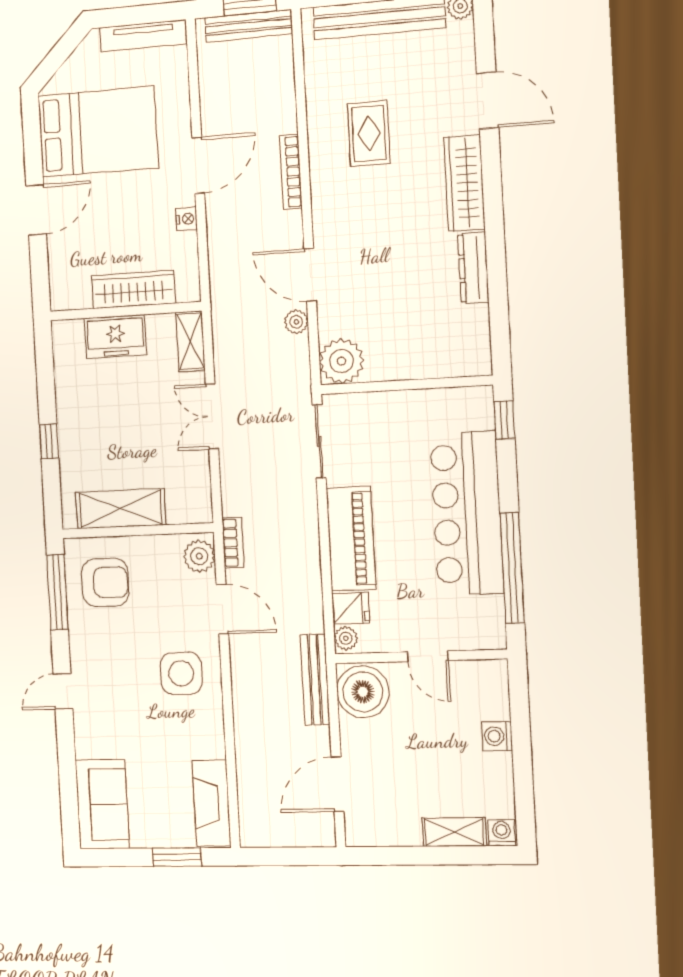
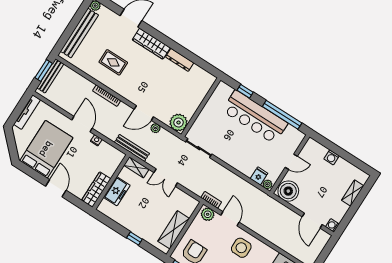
wardrobe: (133, 289) -> (96, 190), moved
window: (504, 420) -> (245, 91), moved
piano: (351, 539) -> (237, 160), removed
door: (222, 609) -> (230, 219), hinge flipped
bench: (315, 679) -> (132, 148), moved
washing machine: (502, 833) -> (332, 225), moved

